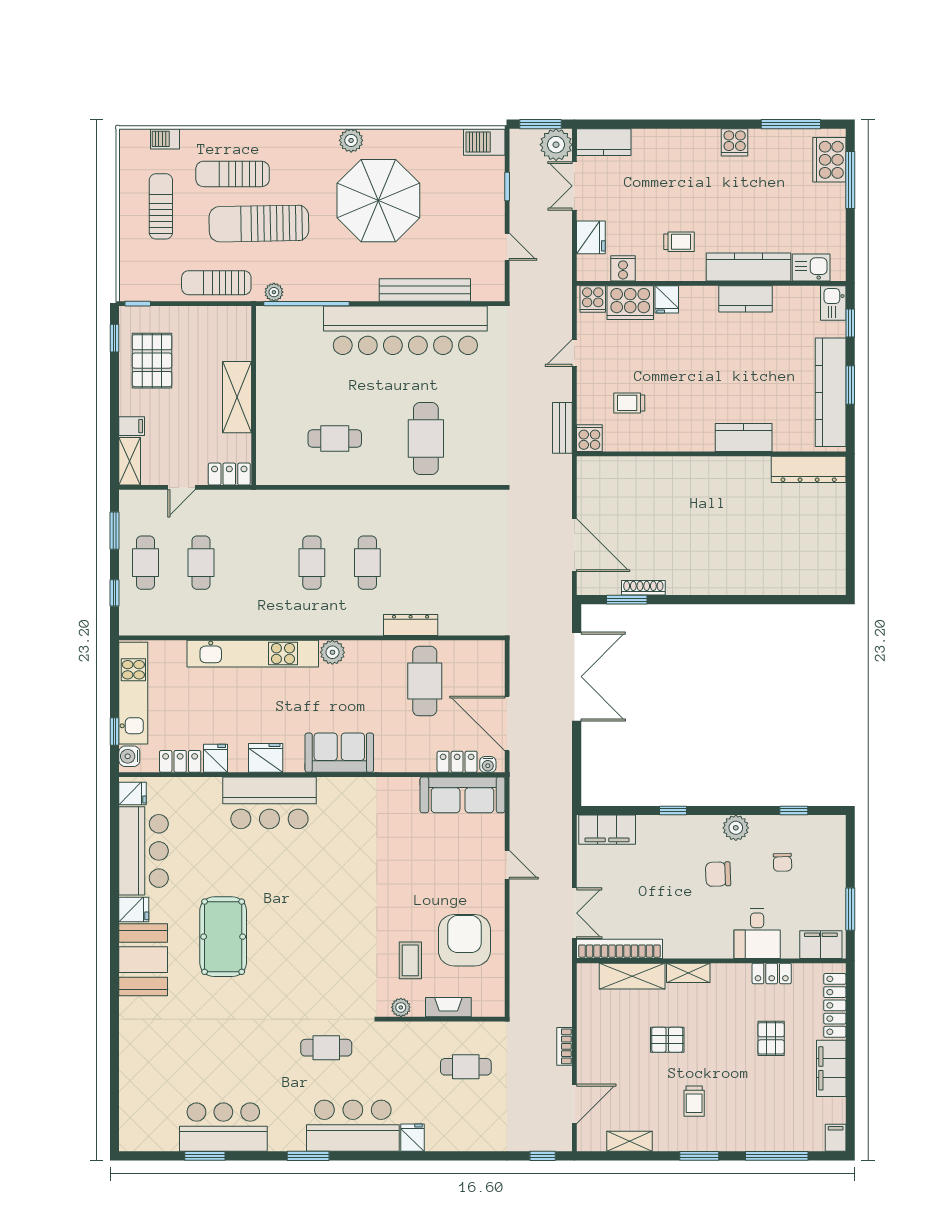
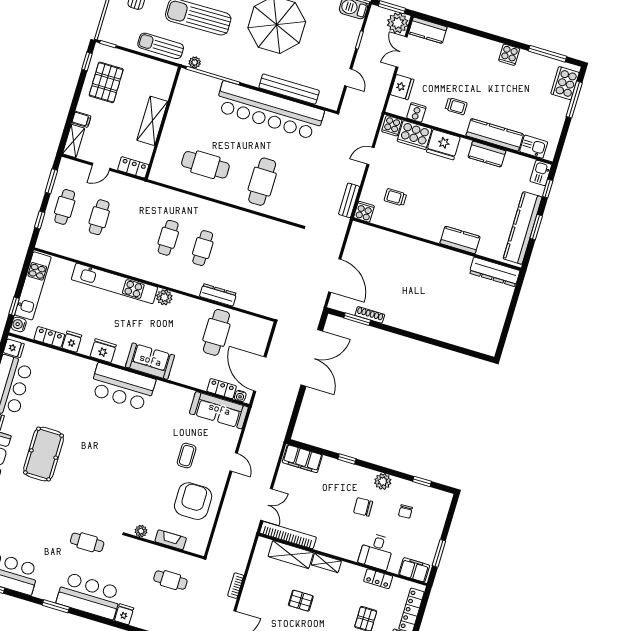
fridge: (667, 299) -> (443, 145), width x1.88, depth x1.34
cafe table: (335, 438) -> (205, 165), width x1.37, depth x1.35
bar counter: (269, 803) -> (122, 387), moved
coffee table: (410, 960) -> (187, 456), moved

